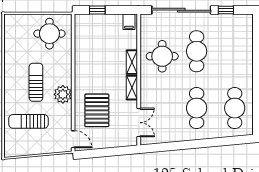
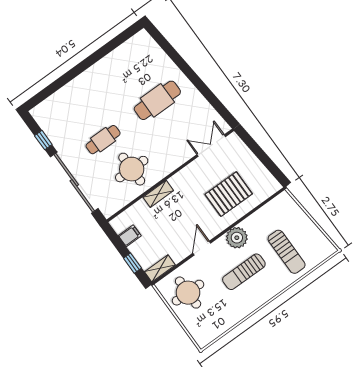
filing cabinet: (129, 22) -> (130, 236), moved
cafe table: (197, 51) -> (103, 140), width x0.73, depth x0.74
shelving: (132, 88) -> (160, 268), moved
cafe table: (235, 108) -> (131, 64), removed
door: (73, 139) -> (202, 248), moved

